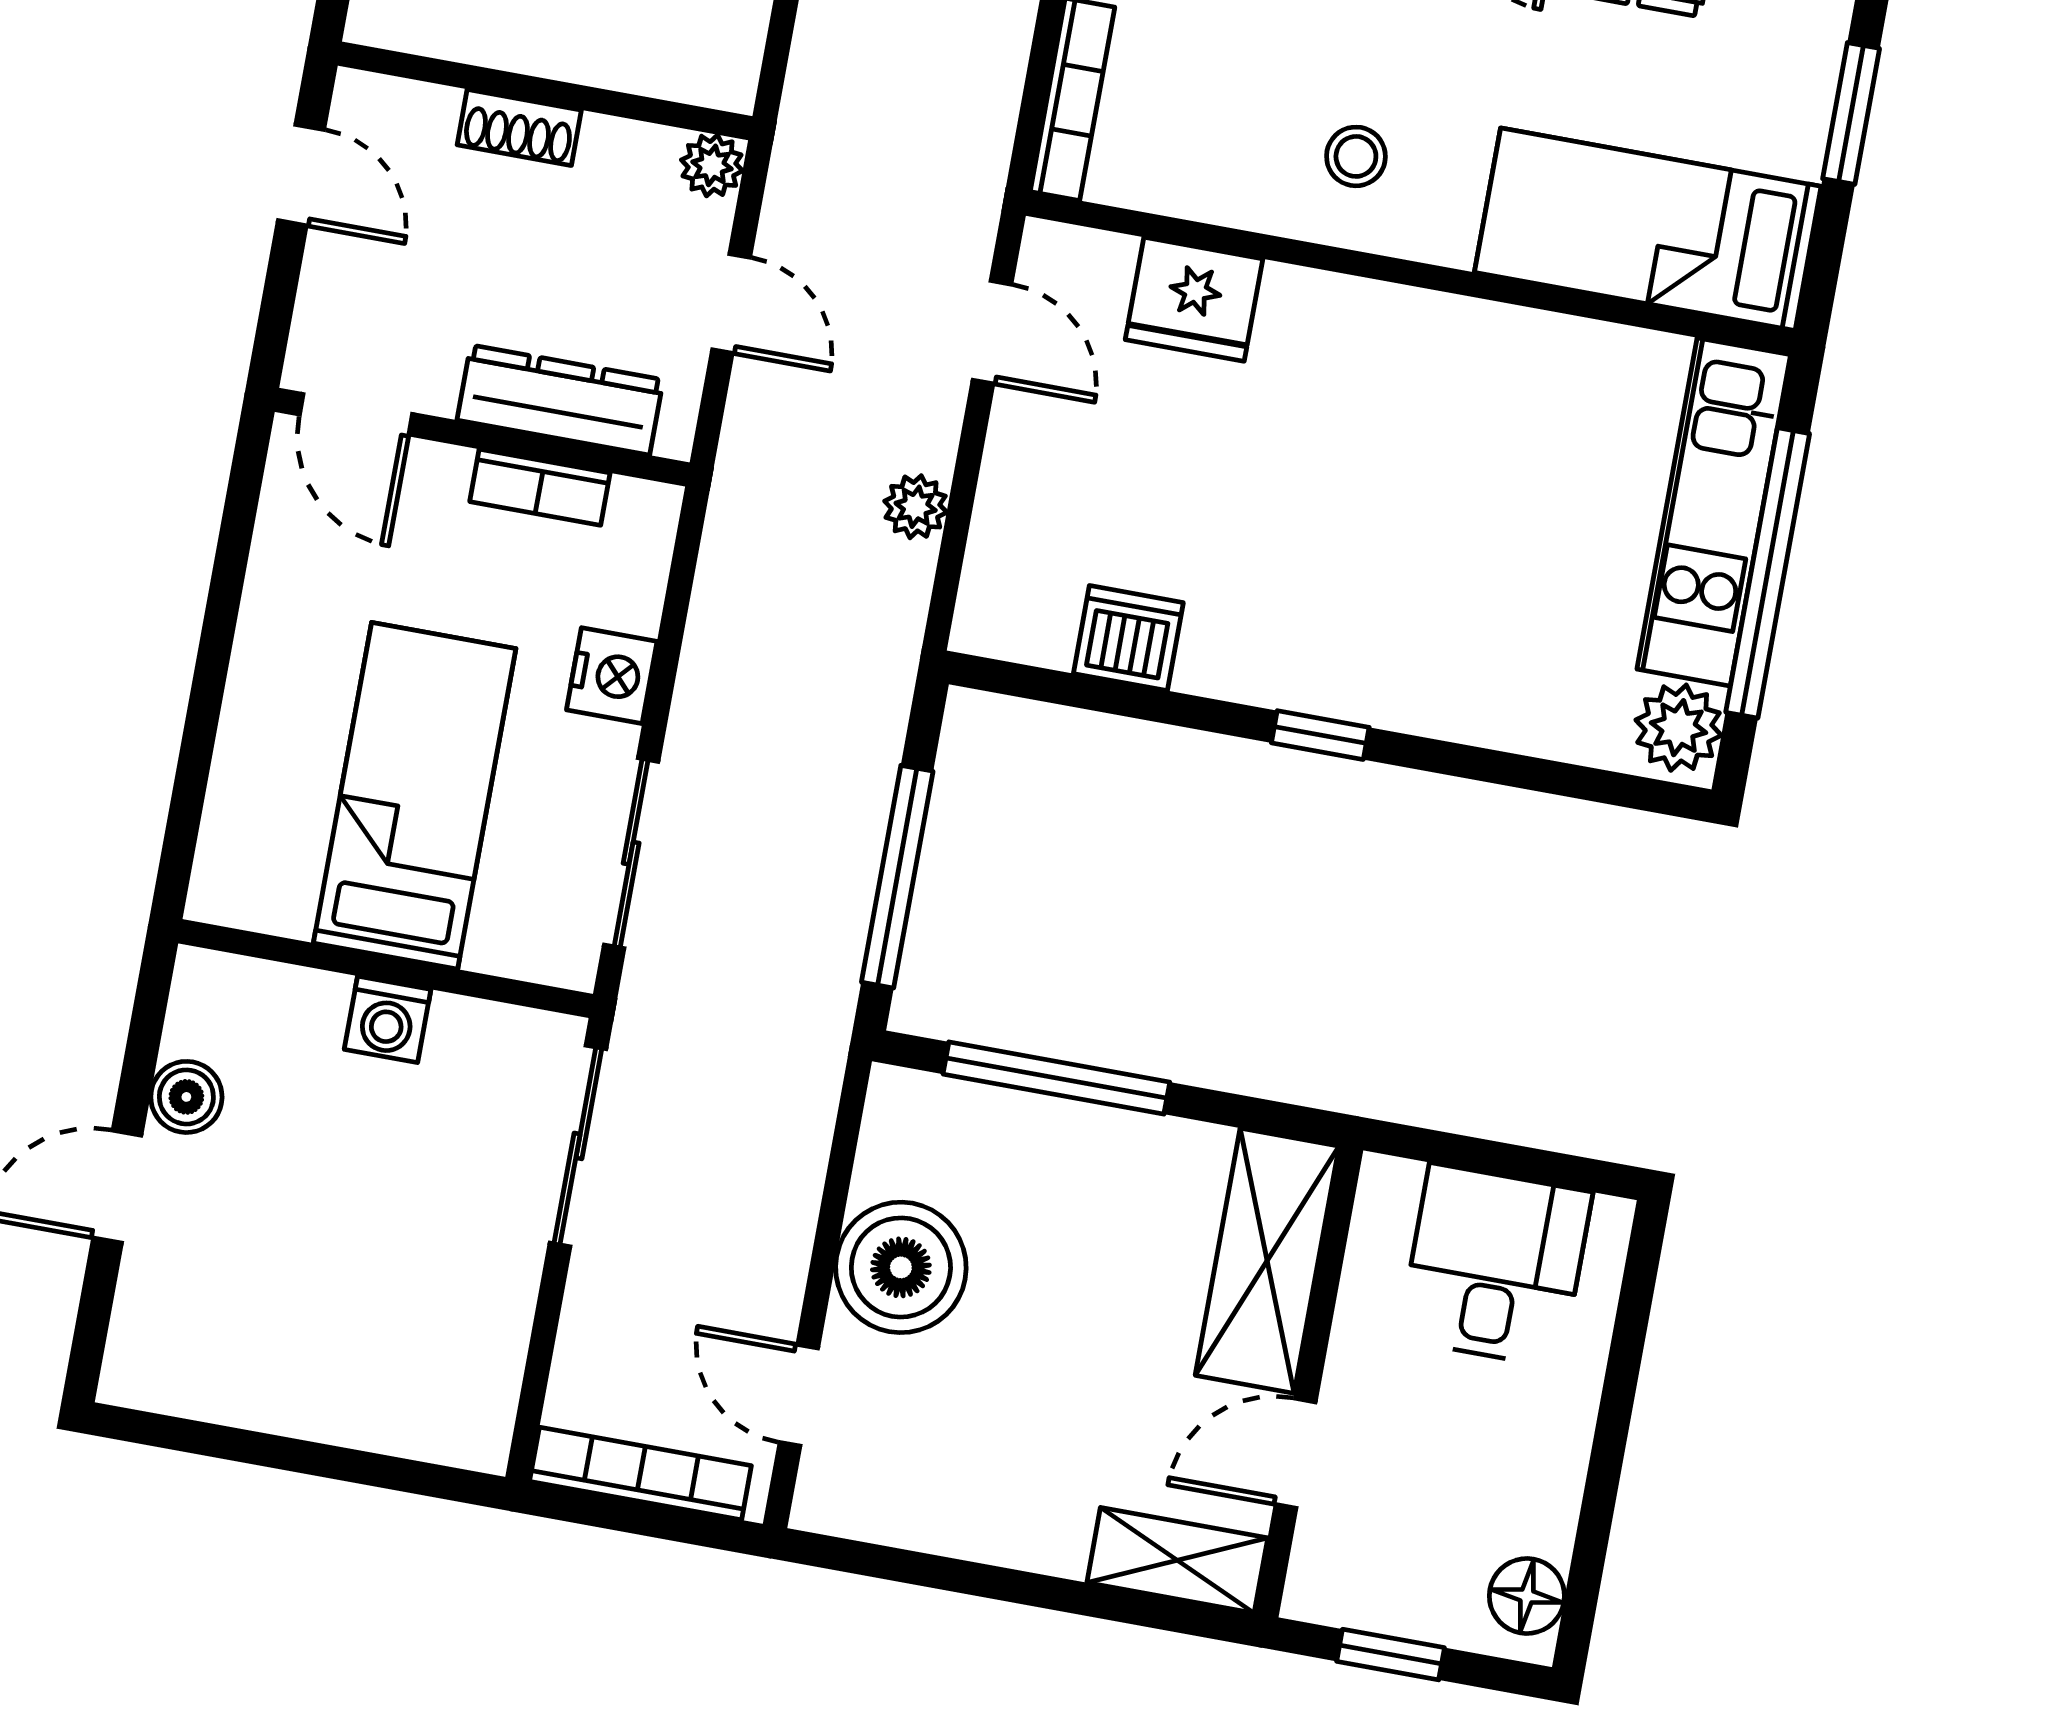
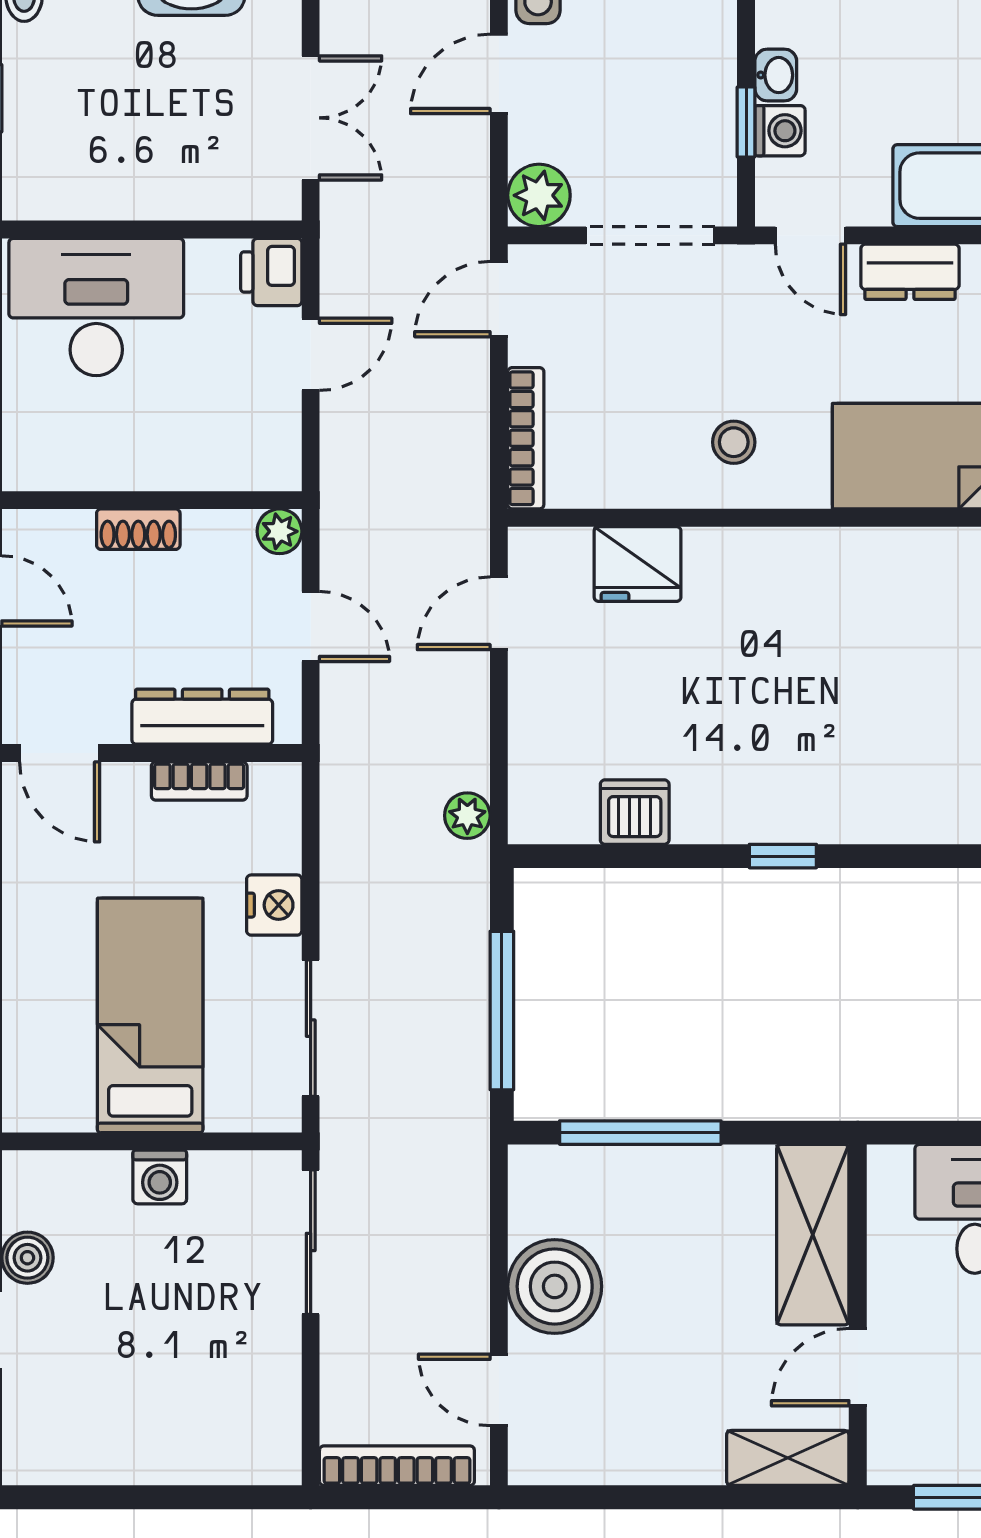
door: (992, 332) -> (499, 613), swing flipped
plant: (916, 507) -> (467, 816), moved

